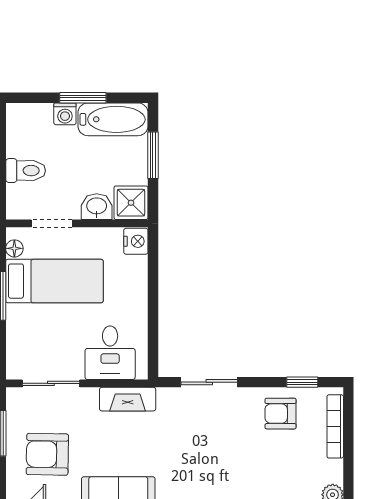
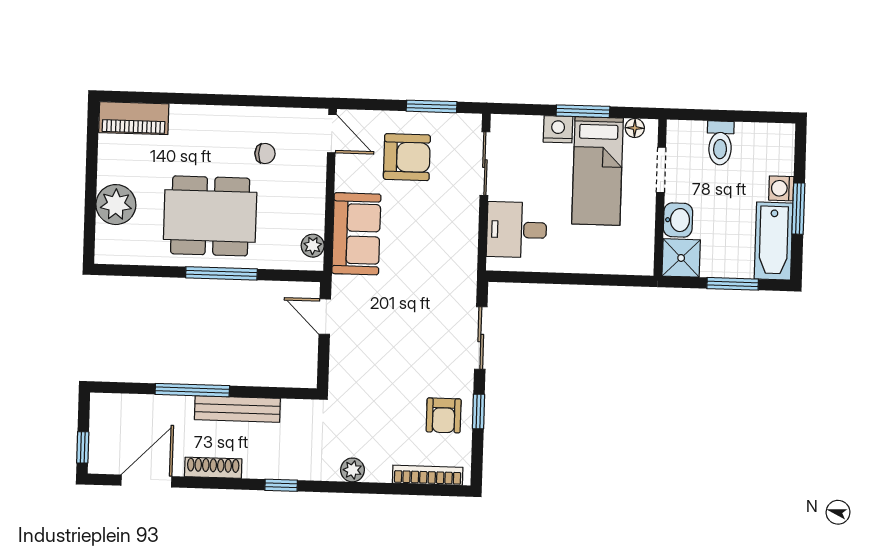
nightstand: (136, 241) -> (558, 129), moved, turned 180
window: (302, 382) -> (478, 412), moved
fireplace: (128, 399) -> (465, 247), removed
armchair: (281, 414) -> (444, 415), turned 180
armchair: (47, 454) -> (407, 157), turned 89

